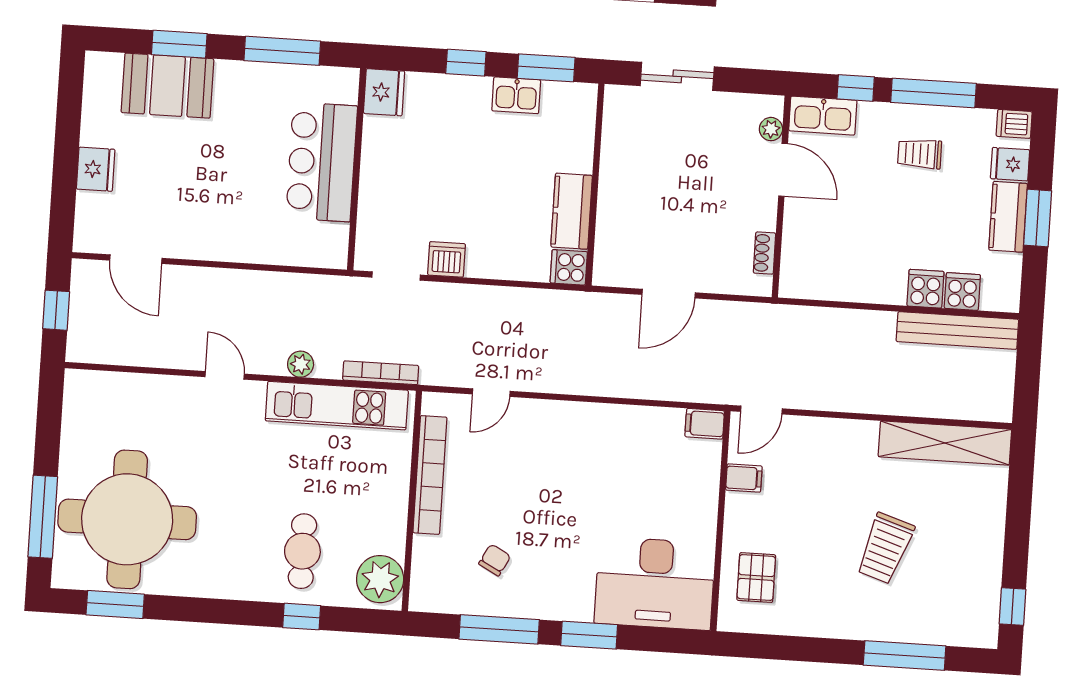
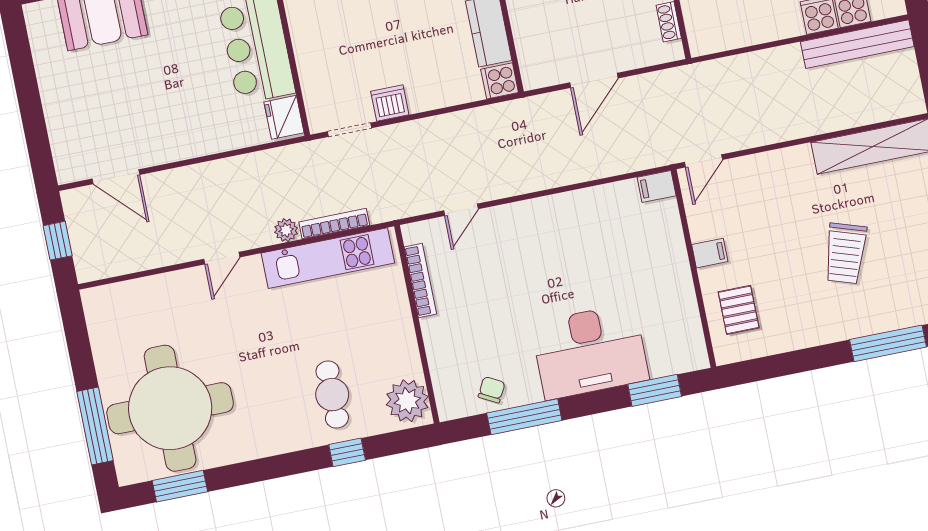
fridge: (96, 169) -> (284, 117), moved, turned 180
bookcase: (381, 373) -> (334, 224), moved
door: (225, 375) -> (222, 258), swing flipped
bookcase: (430, 475) -> (420, 281), width x0.68, depth x0.76
filing cabinet: (744, 478) -> (710, 253), moved
chair: (495, 560) -> (492, 390), moved
desk: (655, 583) -> (590, 351), moved
window: (589, 635) -> (655, 390), moved

